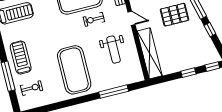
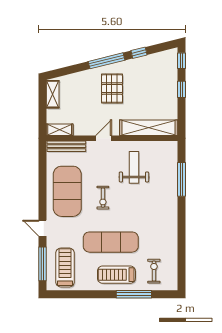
exercise bike: (94, 19) -> (103, 198), moved
weight bench: (114, 50) -> (134, 167), turned -90
exercise mat: (74, 70) -> (111, 242), moved, width x0.68

